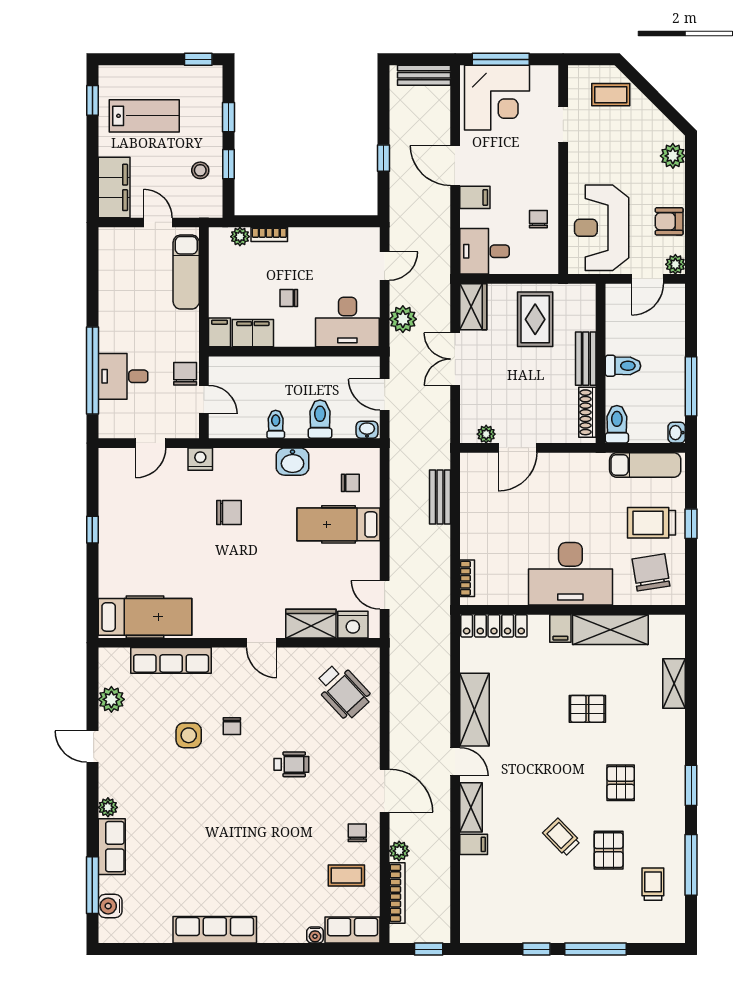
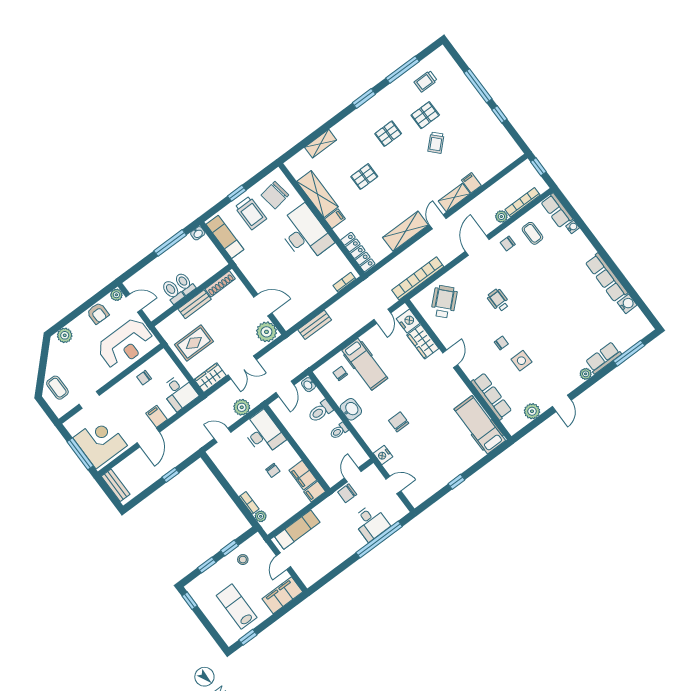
toilet: (617, 424) -> (172, 292), moved, turned 90
plant: (486, 434) -> (266, 332), width x1.88, depth x1.88
bookcase: (400, 679) -> (418, 278), added
pallet: (587, 709) -> (364, 177), turned 90
water cooler: (110, 906) -> (627, 304), moved, turned -90

